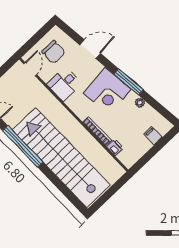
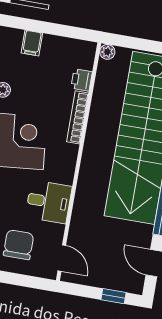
door: (30, 69) -> (62, 258), swing flipped
plant: (120, 171) -> (107, 52), added

